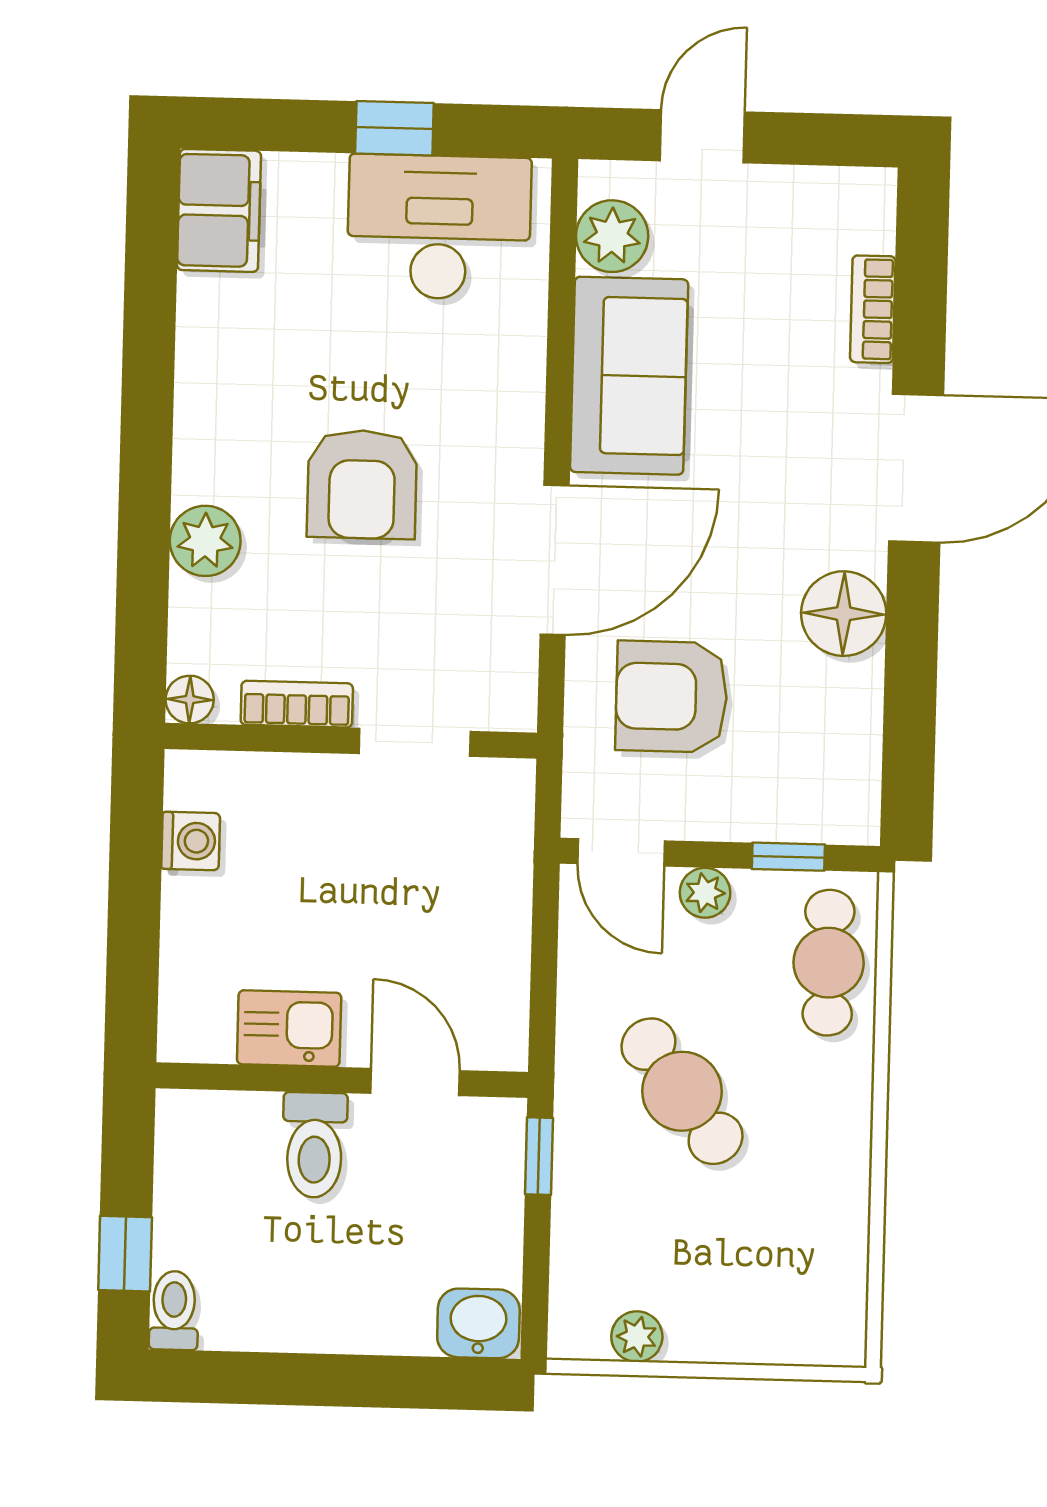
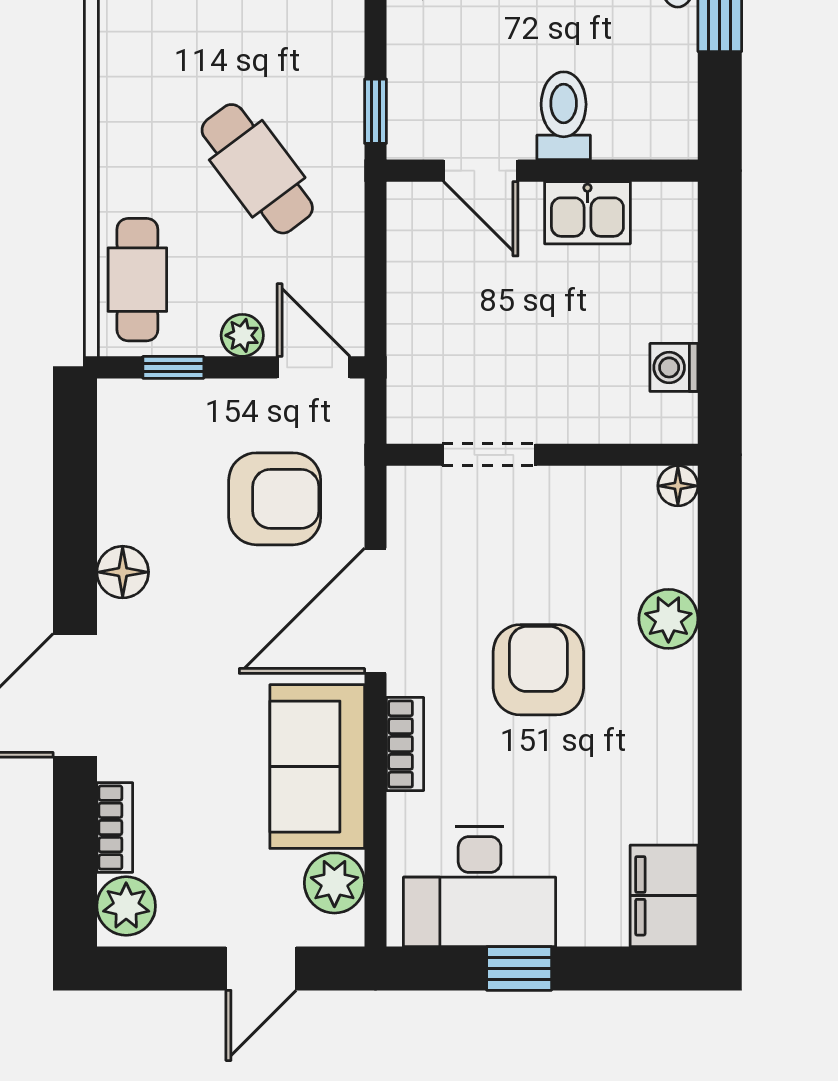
plant: (862, 215) -> (126, 906), added
floor lamp: (844, 614) -> (123, 572), width x0.73, depth x0.73
bookcase: (297, 704) -> (405, 744), moved, turned -90

